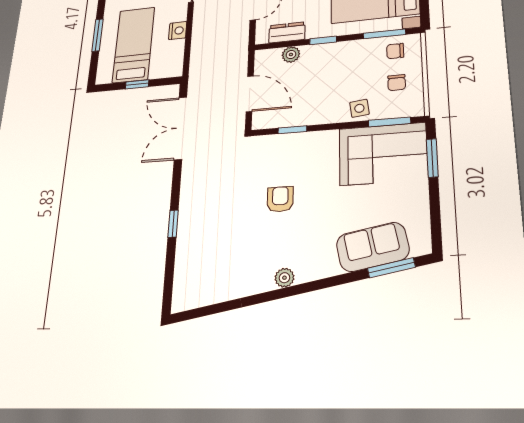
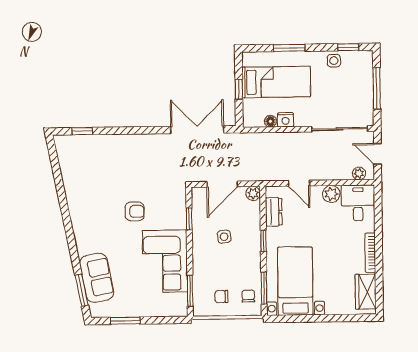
floor lamp: (178, 47) -> (270, 121), added
plant: (291, 55) -> (253, 193), moved
side table: (359, 108) -> (224, 237), moved
corner sofa: (383, 154) -> (165, 261), moved
window: (432, 158) -> (125, 321), moved
window: (173, 224) -> (82, 131), moved
plant: (284, 278) -> (77, 217), removed

